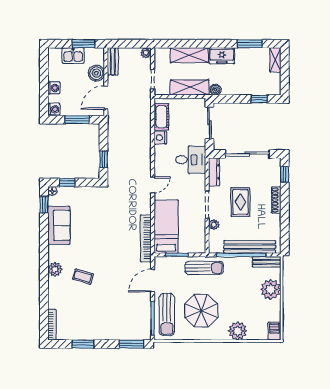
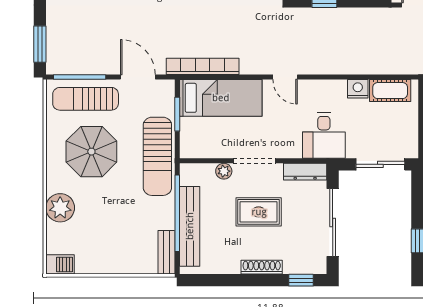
sun lounger: (204, 268) -> (157, 156), width x1.36, depth x1.34
plant: (271, 289) -> (124, 259), removed

